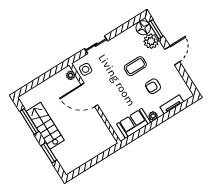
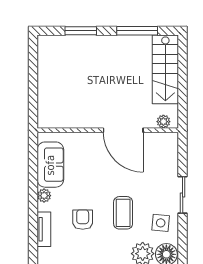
sliding door: (96, 45) -> (183, 195), moved
side table: (86, 69) -> (161, 223), moved
door: (89, 95) -> (123, 130), swing flipped
stairs: (45, 126) -> (165, 69), moved, turned 90

